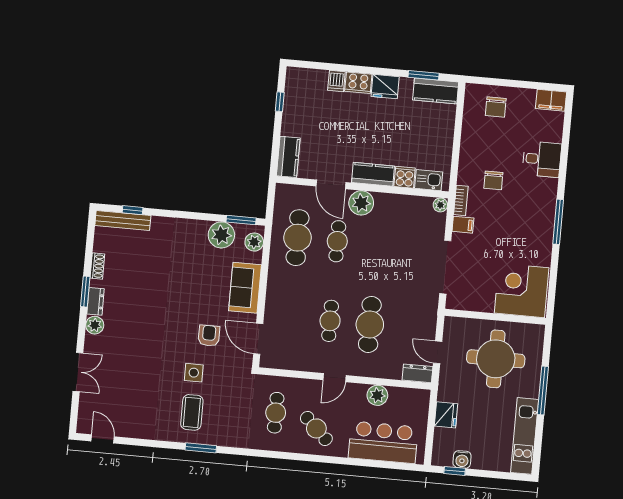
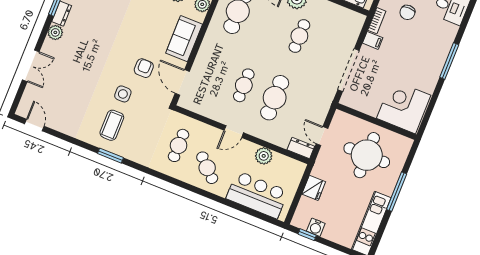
plant: (440, 205) -> (359, 19), removed
cafe table: (337, 241) -> (299, 36), moved

